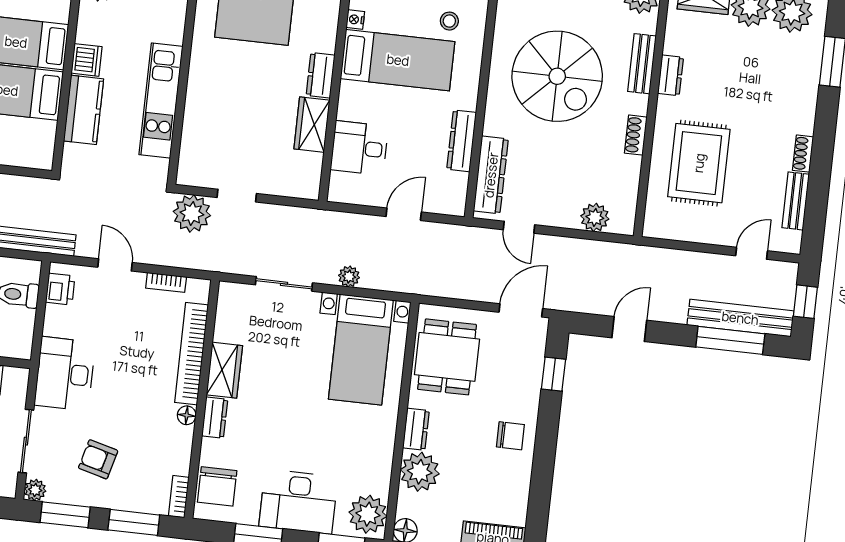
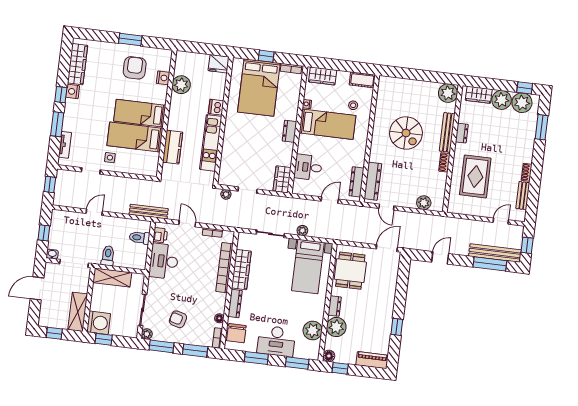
dishwasher: (87, 60) -> (216, 107), moved, turned 180
bench: (642, 64) -> (447, 132), width x1.36
spiral stairs: (557, 76) -> (406, 133), width x0.73, depth x0.73
wardrobe: (312, 125) -> (282, 179), moved
dresser: (462, 141) -> (356, 182), moved
plant: (192, 213) -> (226, 194), width x0.53, depth x0.53
wardrobe: (224, 370) -> (241, 270), width x1.50
desk: (65, 374) -> (164, 261), moved
window: (553, 374) -> (397, 327), moved
floor lamp: (187, 415) -> (219, 318), moved
dresser: (215, 418) -> (235, 303), width x1.44
chair: (510, 436) -> (381, 310), removed
plant: (368, 514) -> (313, 331), moved

